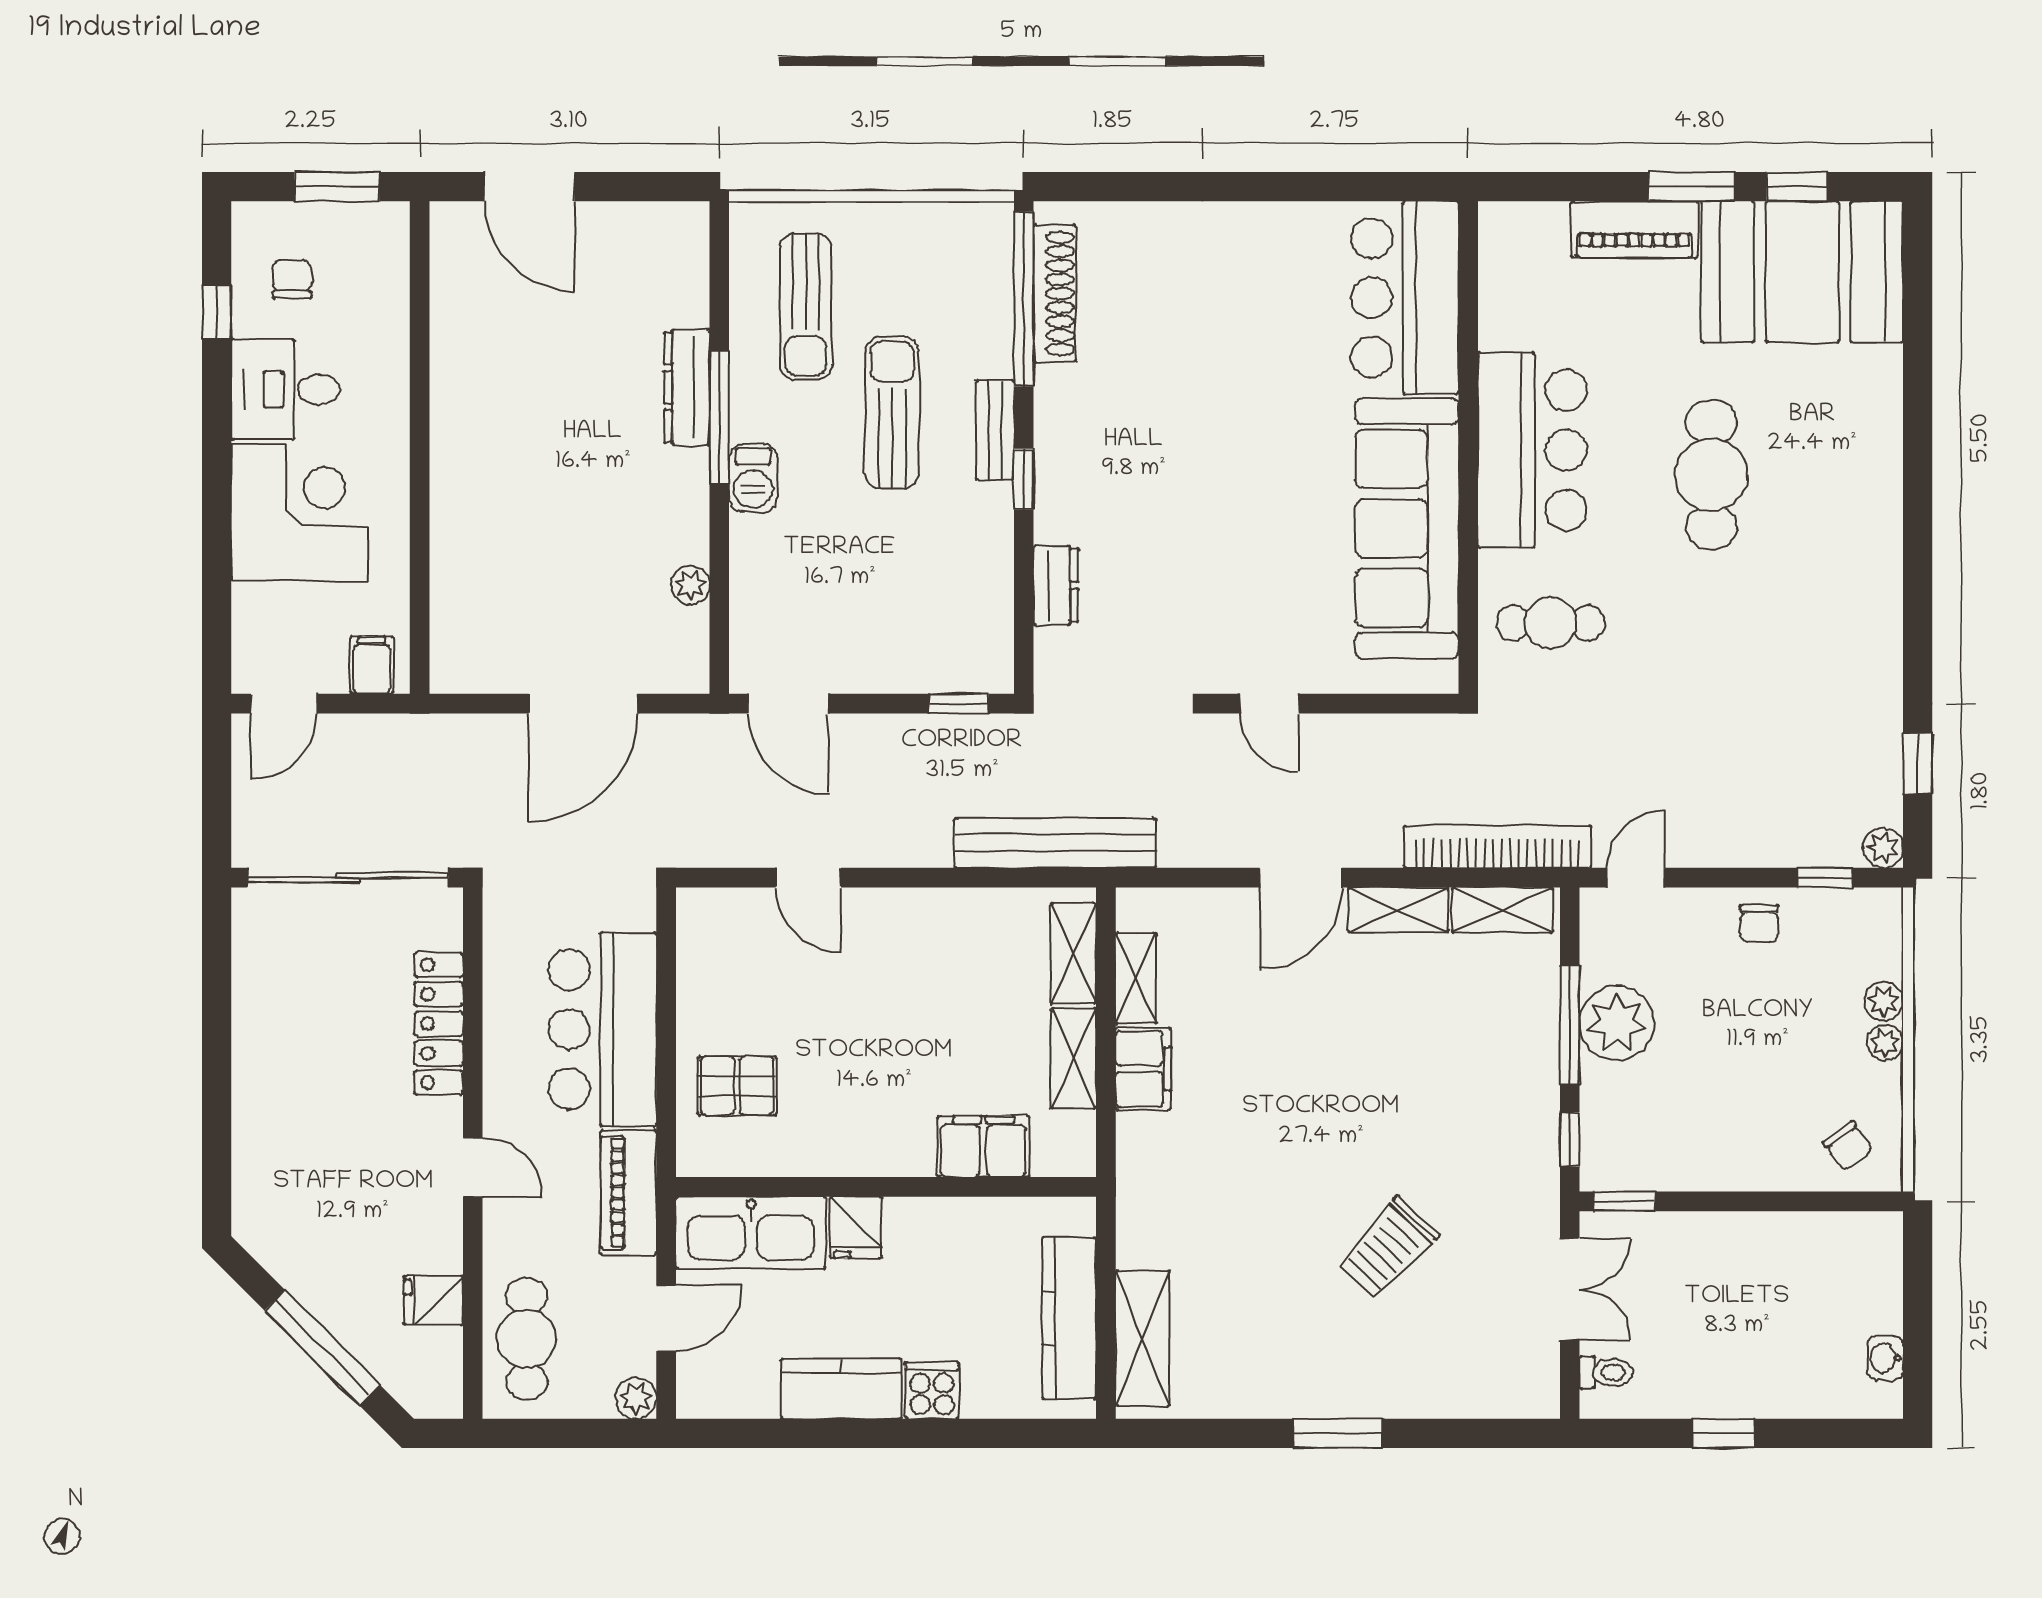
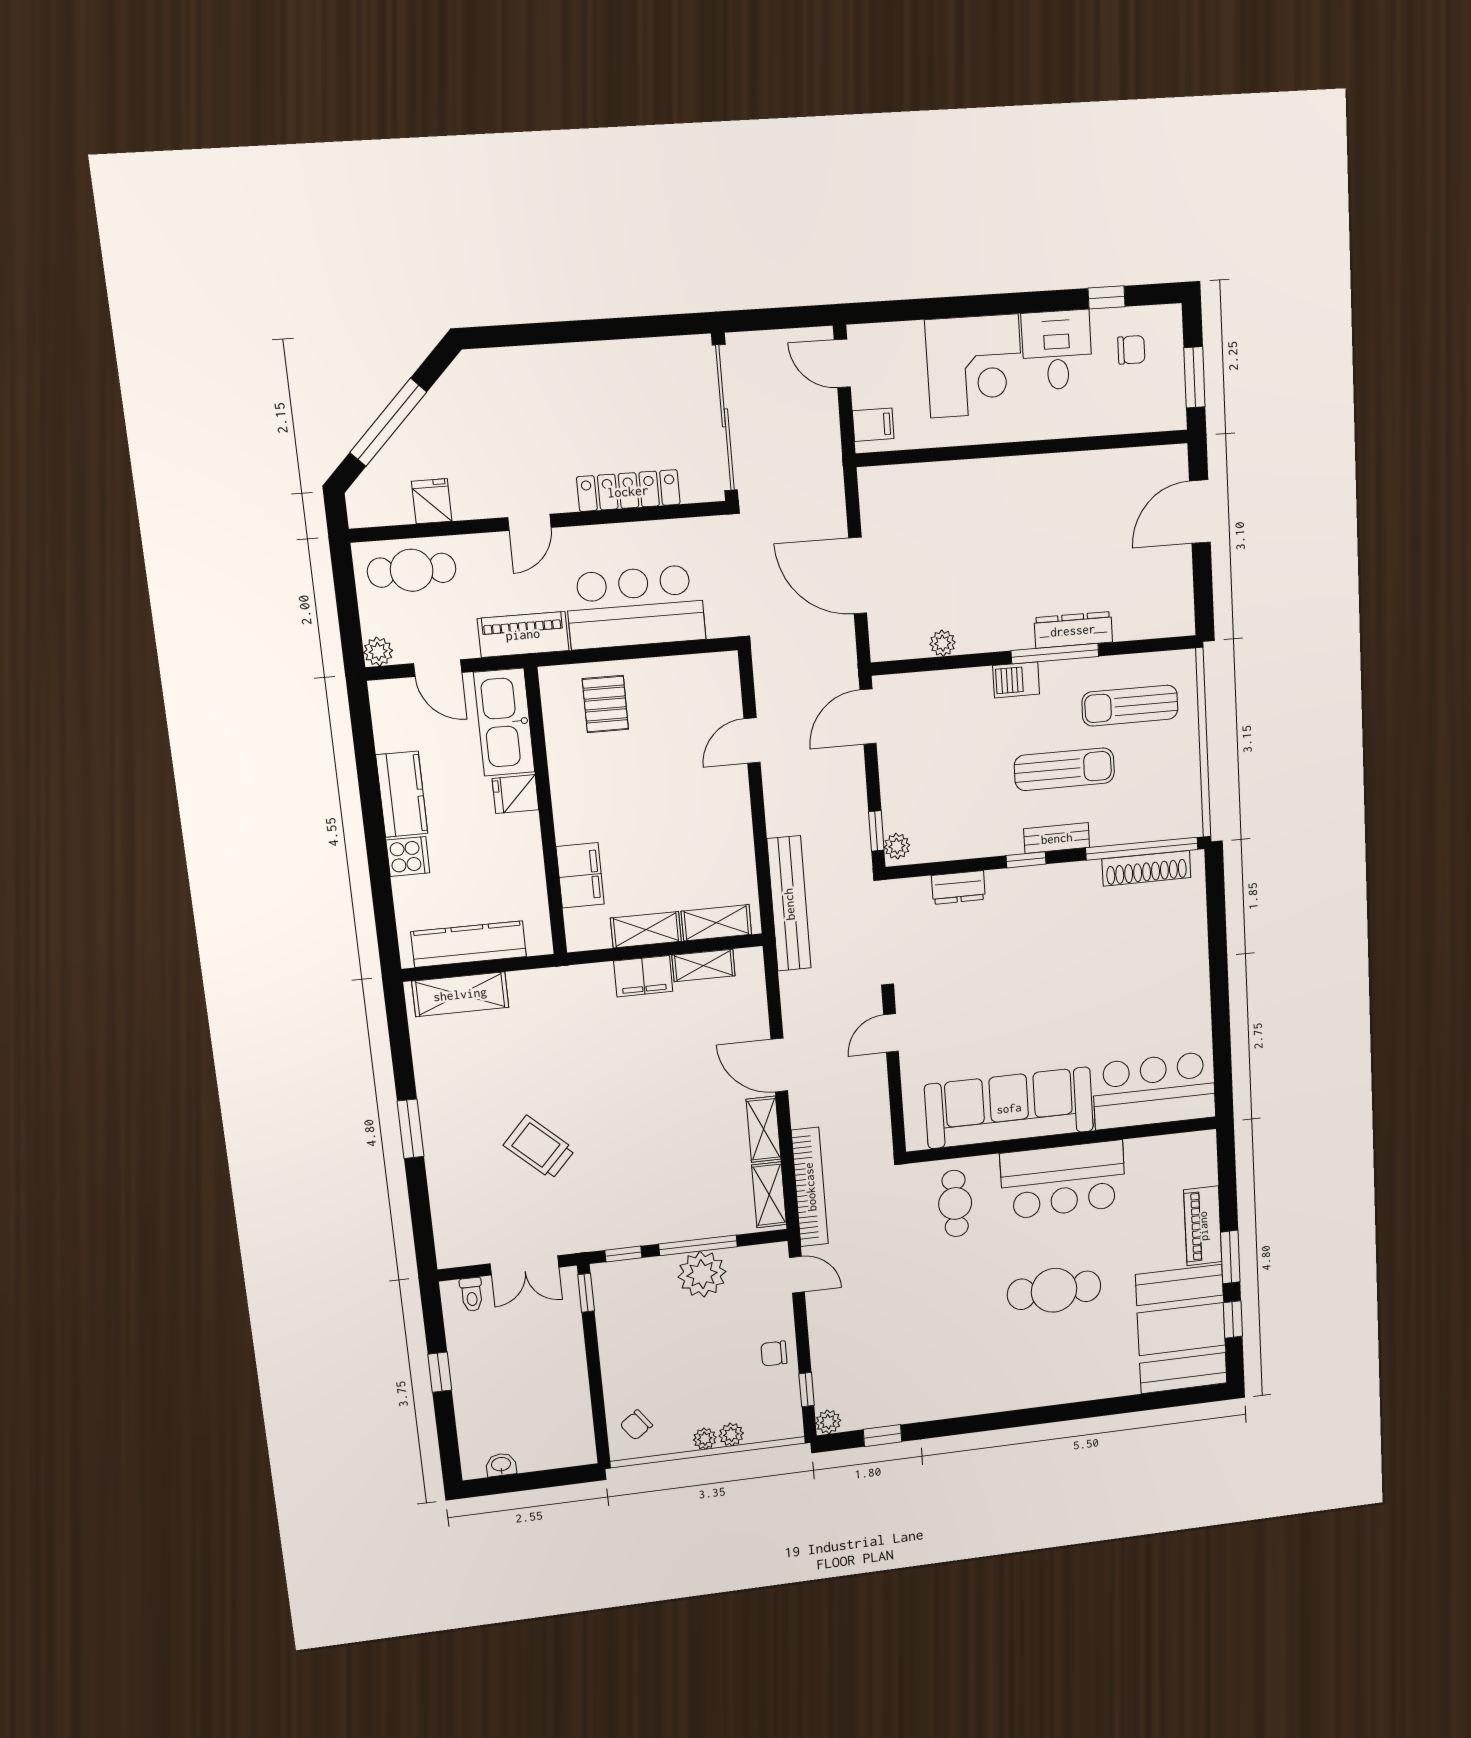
plant: (984, 674) -> (897, 846), added

